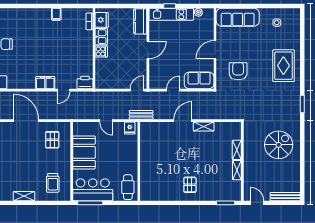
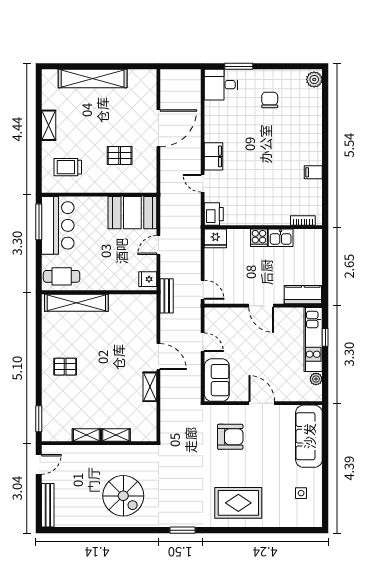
fridge: (102, 20) -> (215, 238), moved
pallet: (52, 140) -> (120, 156), moved
booth: (84, 152) -> (132, 213), moved
shelving: (146, 177) -> (76, 303), added

